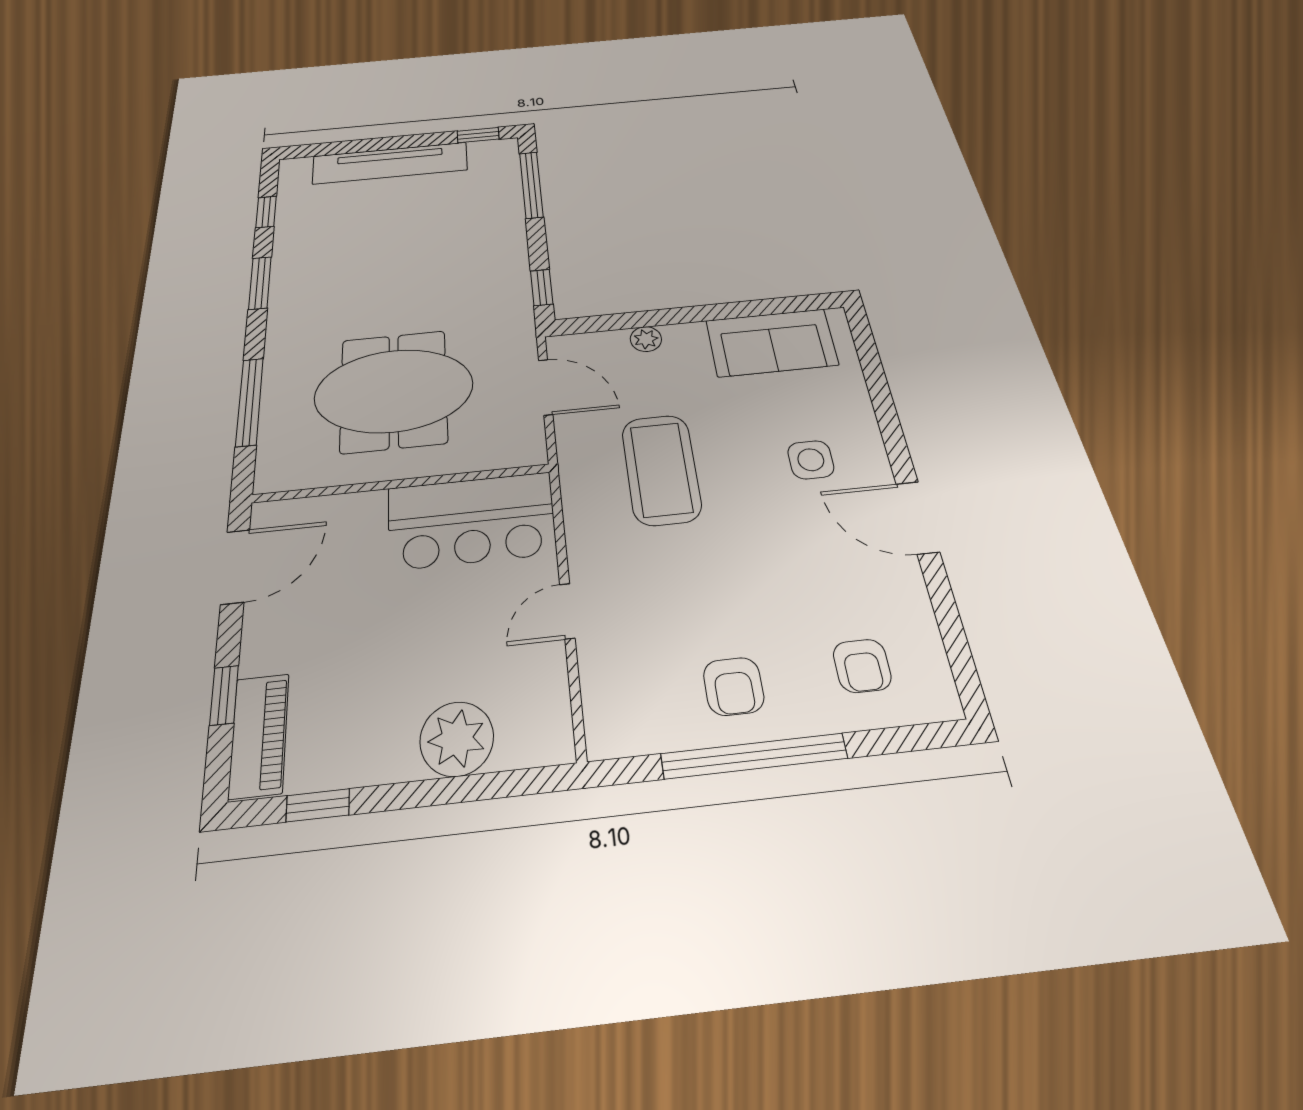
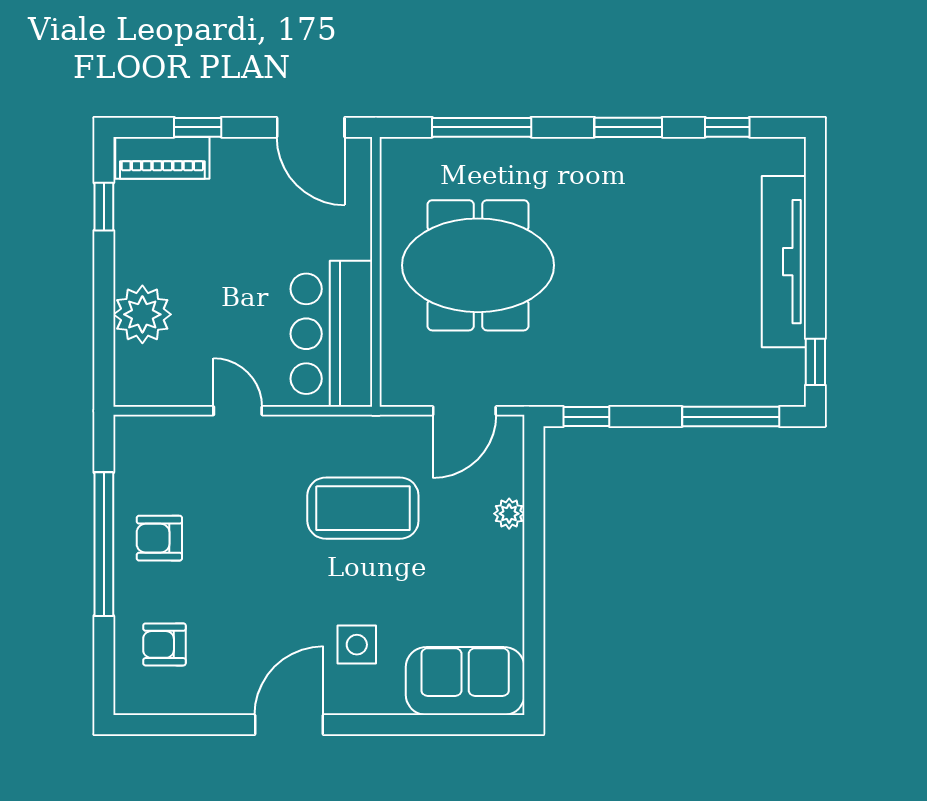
sofa: (772, 343) -> (465, 681), moved, turned 90
meeting table: (394, 391) -> (478, 265), turned 90

